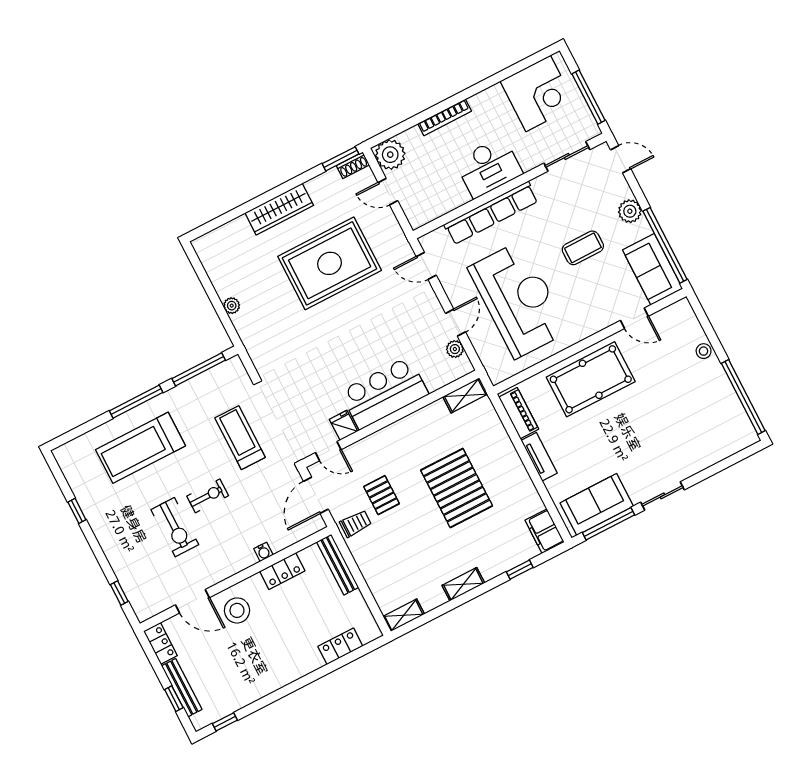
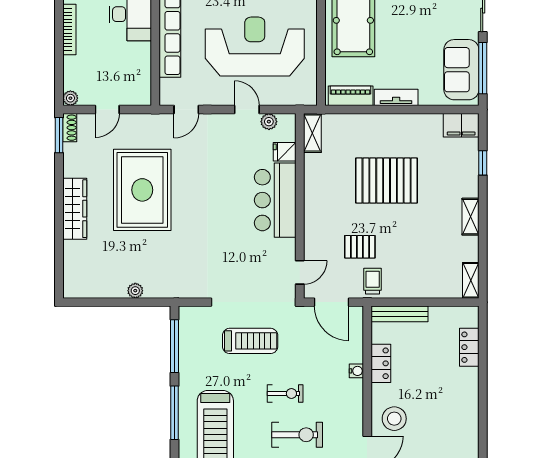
plant: (390, 155) -> (70, 98), width x0.53, depth x0.53
fridge: (344, 425) -> (285, 152), moved
treadmill: (240, 438) -> (250, 341), turned 180
exercise bike: (208, 496) -> (285, 394), turned 90

